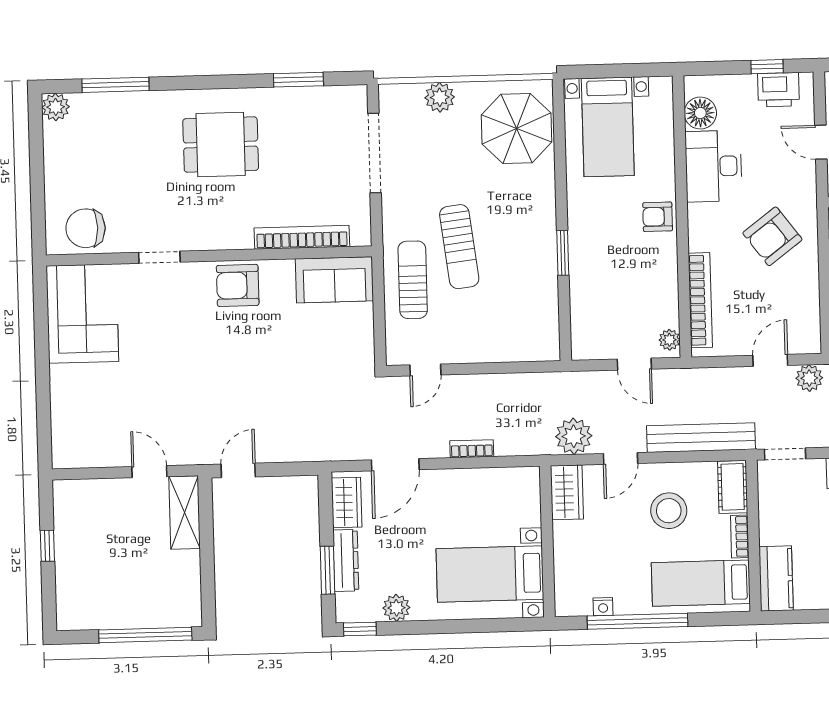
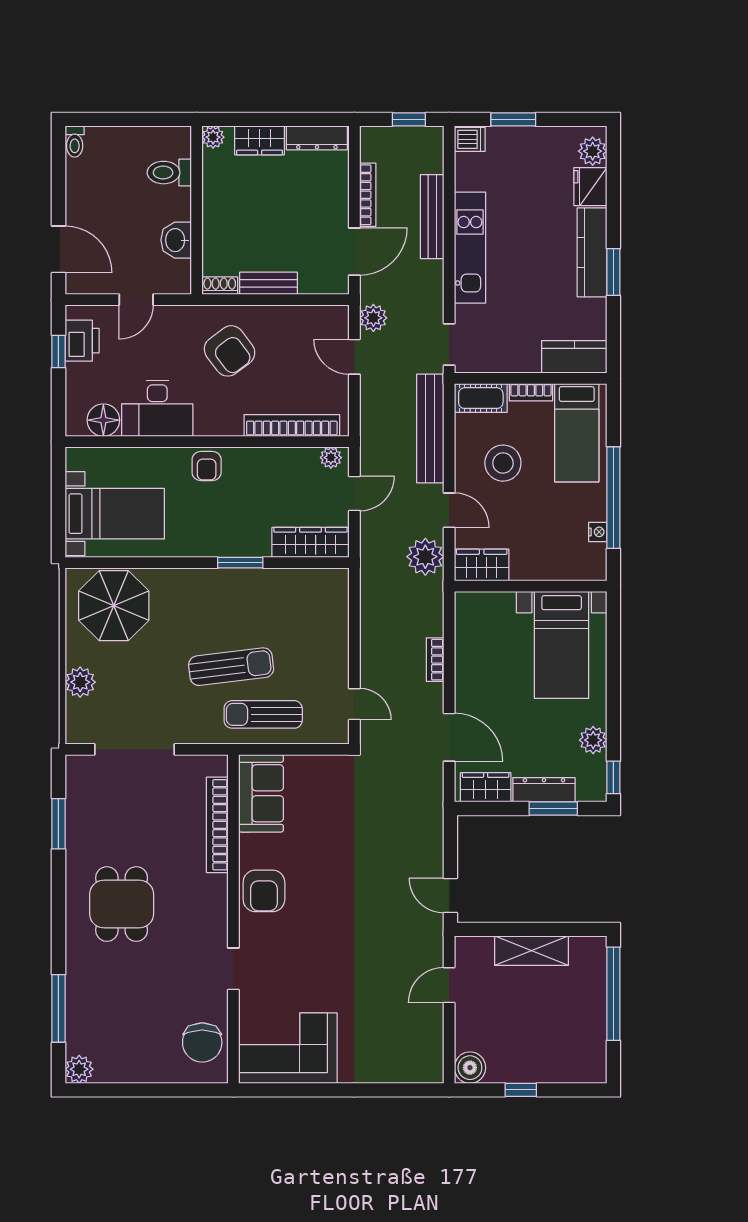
wardrobe: (585, 322) -> (310, 542), added
boiler: (68, 495) -> (470, 1068), added
shelving: (185, 512) -> (531, 951), moved

